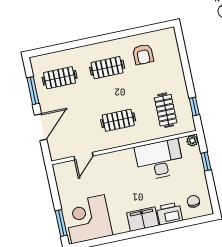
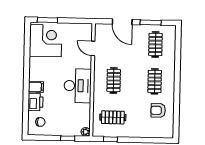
desk: (159, 160) -> (78, 86), moved
filing cabinet: (143, 219) -> (36, 87), width x0.50

